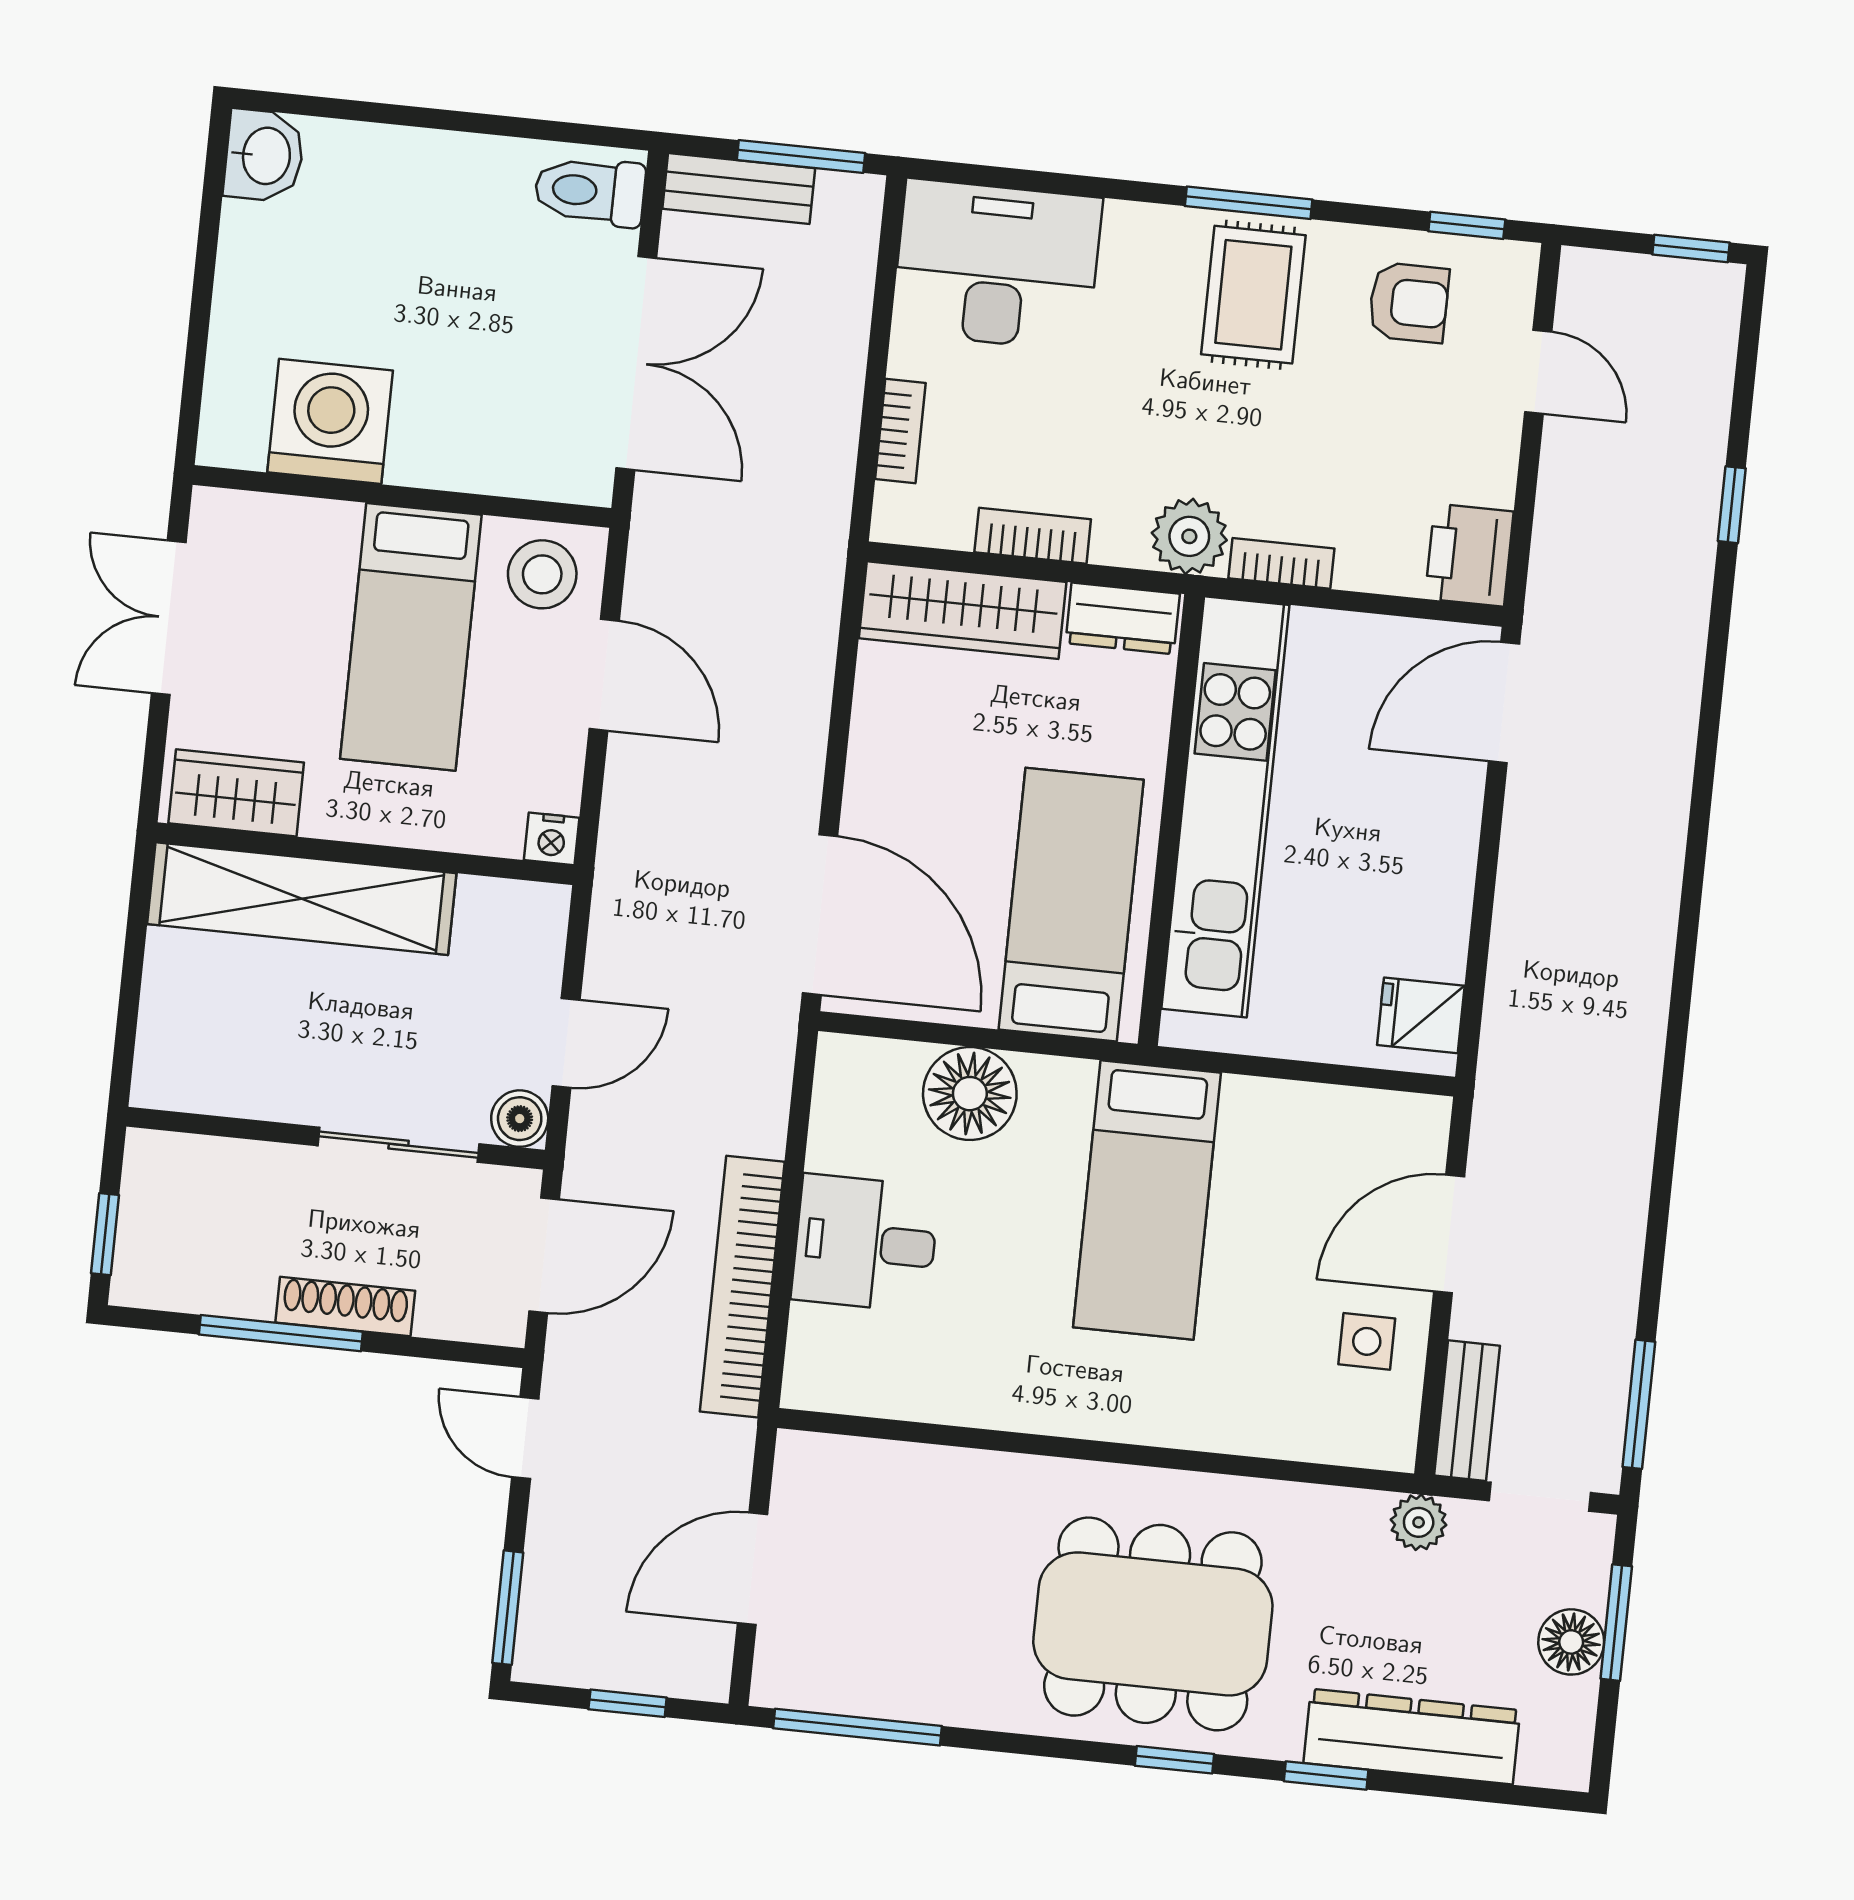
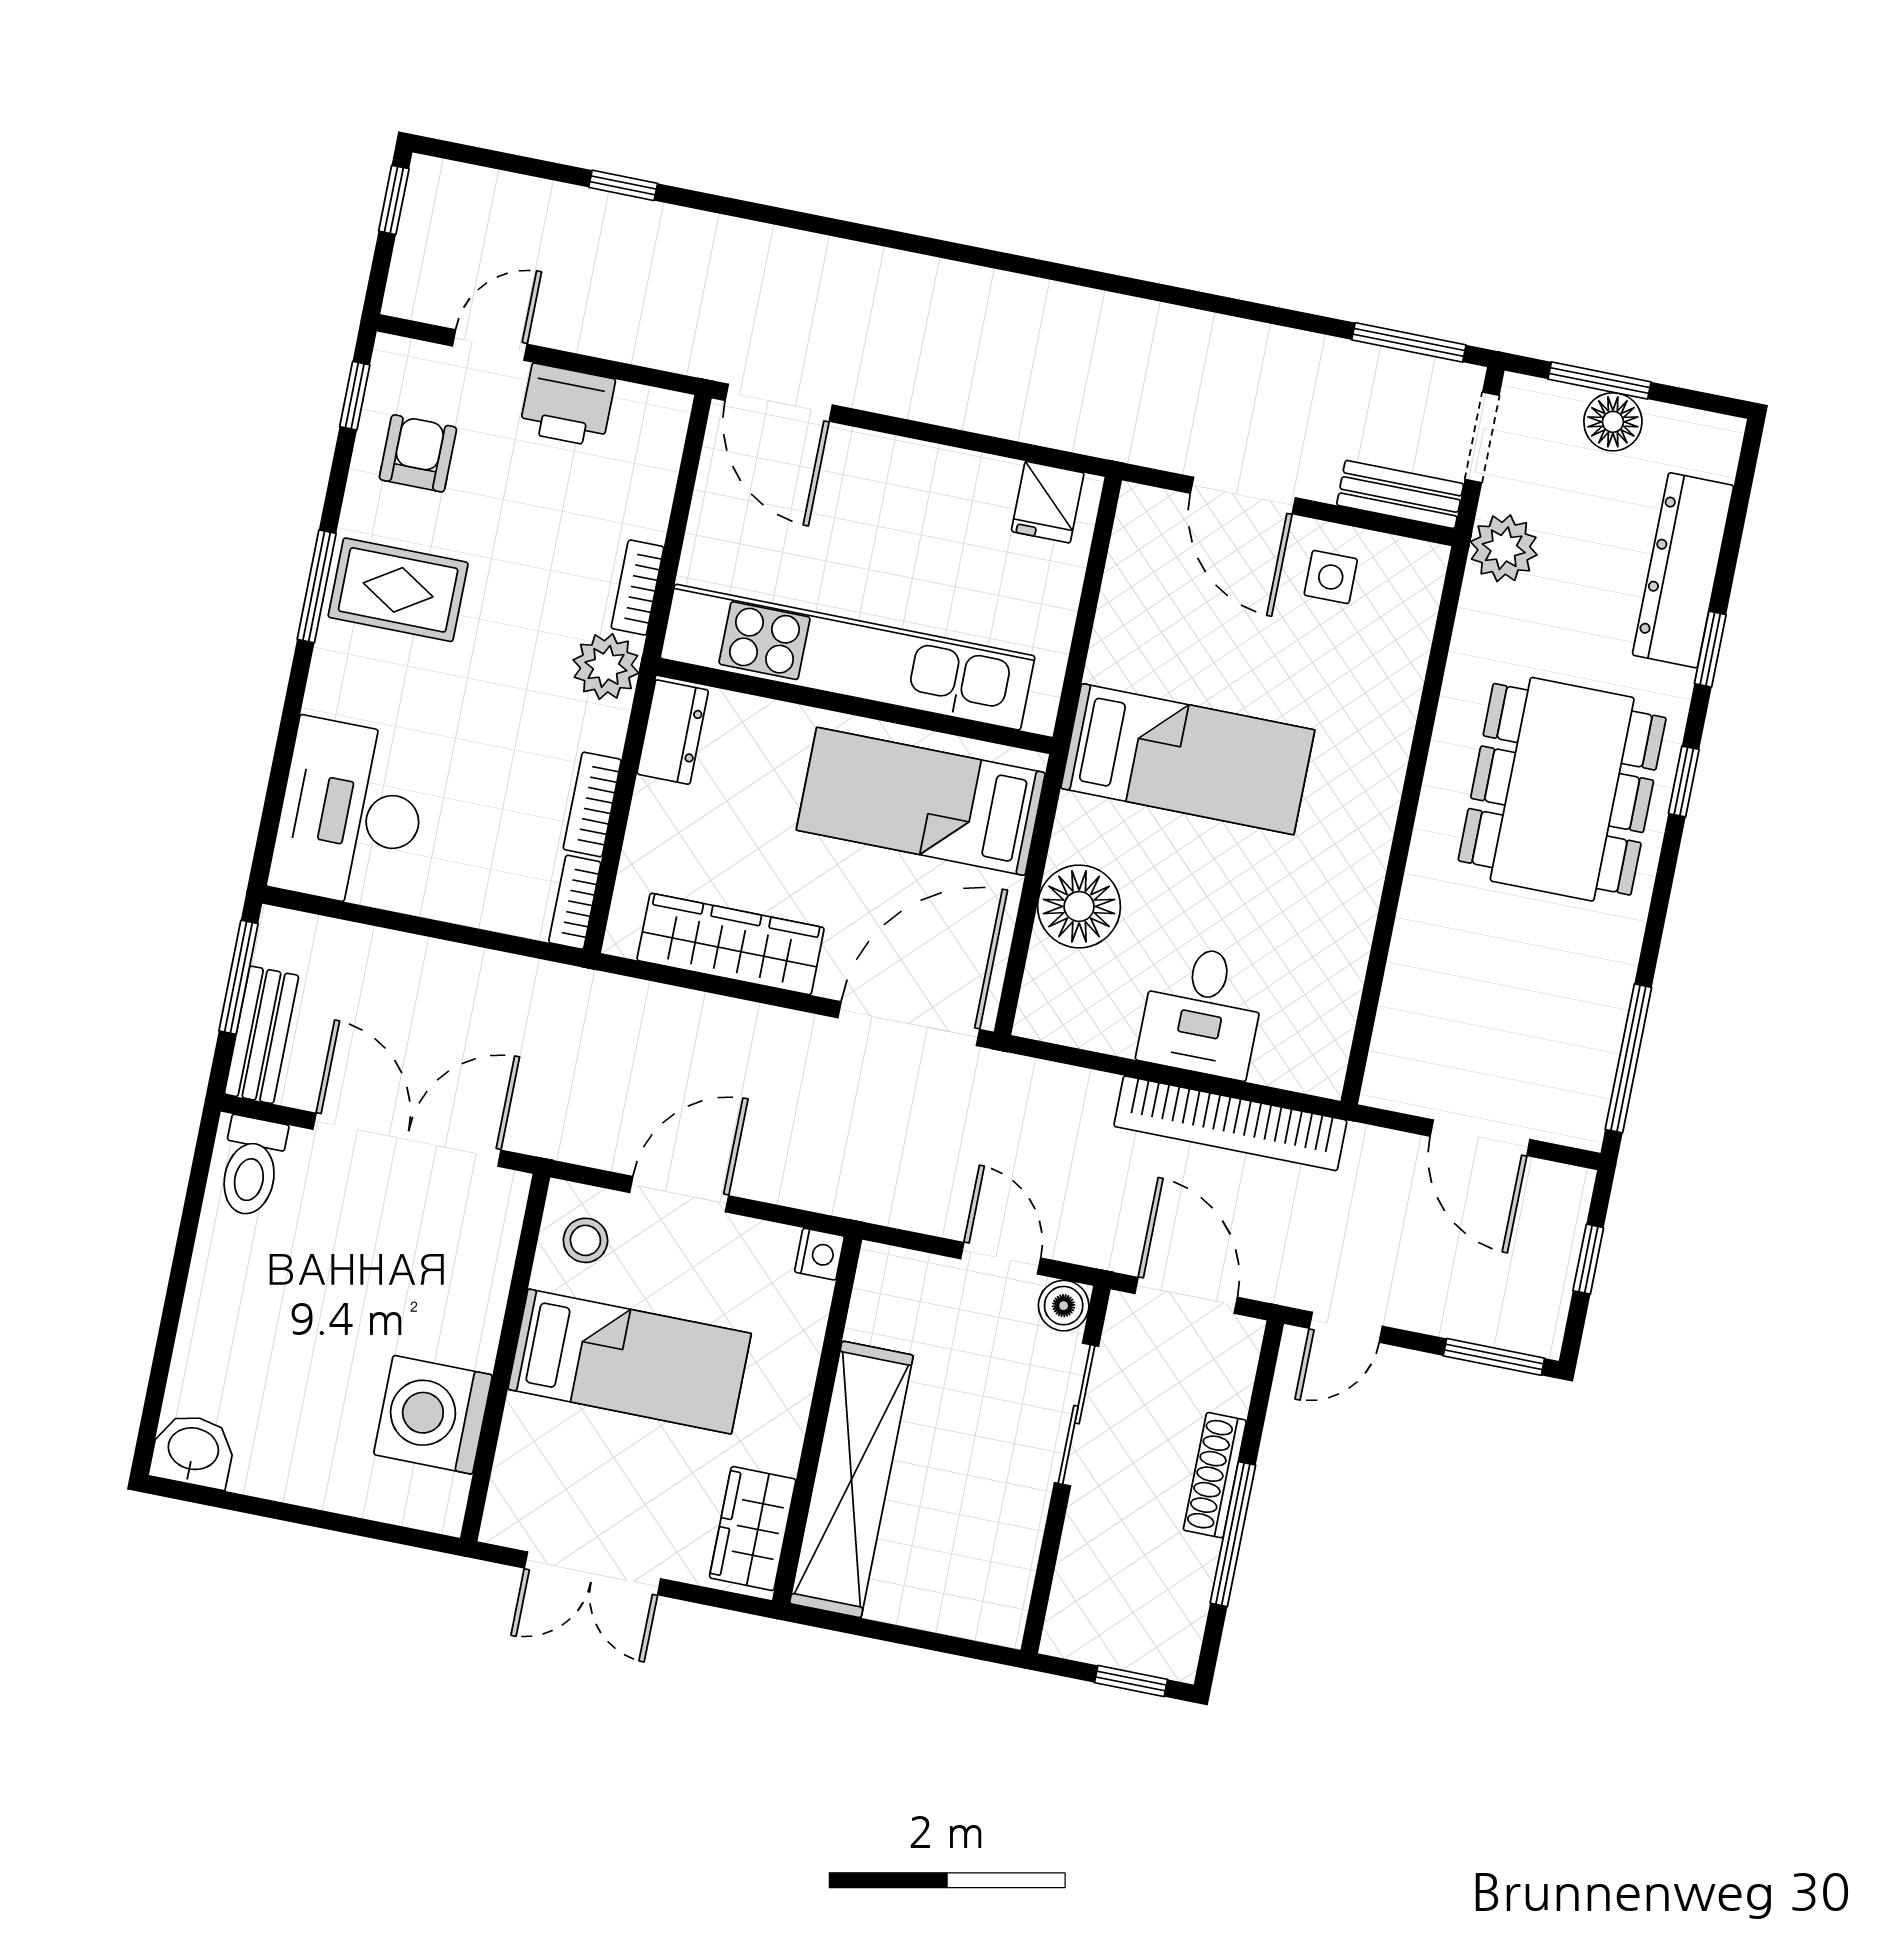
bookcase: (900, 431) -> (575, 902), moved, turned -90
printer: (1469, 555) -> (567, 405), moved
stool: (542, 574) -> (585, 1240), width x0.73, depth x0.73
wardrobe: (963, 610) -> (731, 944), moved, turned -90
plant: (1419, 1522) -> (1504, 548), width x1.38, depth x1.38

